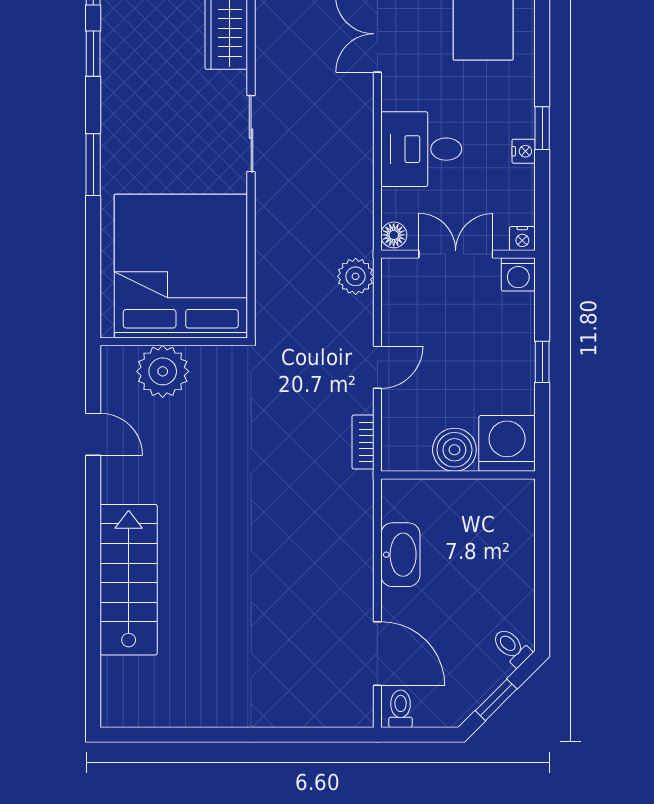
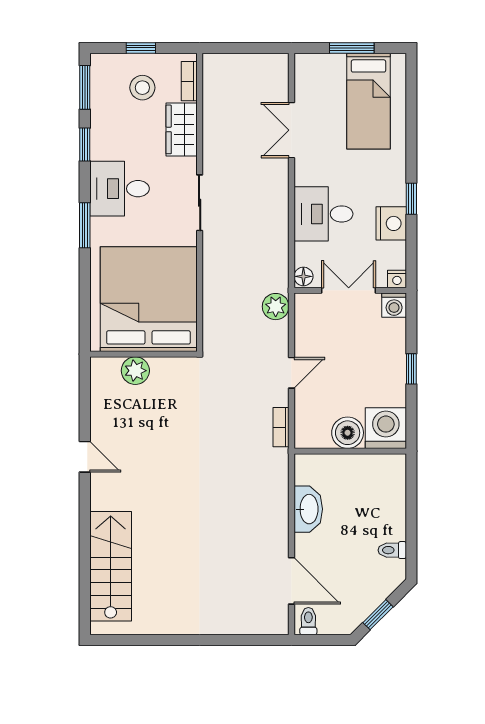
desk: (141, 114) -> (120, 189), added
nightstand: (524, 151) -> (391, 223), width x1.89, depth x1.79
plant: (163, 371) -> (135, 371), width x0.73, depth x0.73
door: (93, 434) -> (85, 457), moved
stairs: (129, 580) -> (111, 566), moved
toilet: (512, 647) -> (392, 550), moved, turned -45

